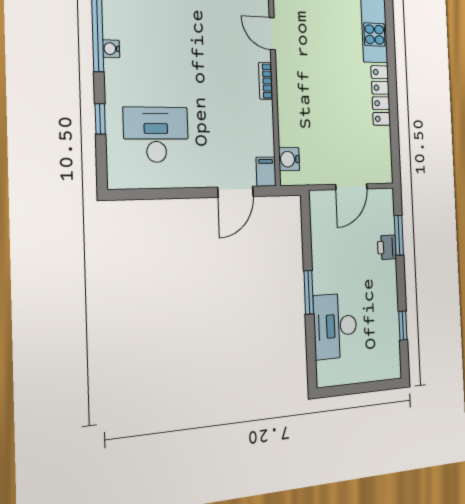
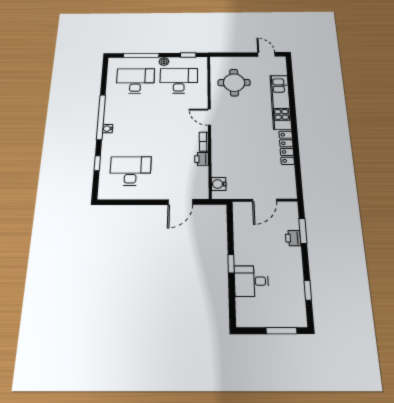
printer: (263, 114) -> (202, 159), added
filing cabinet: (266, 172) -> (202, 191), removed
window: (309, 292) -> (231, 264), width x0.67
desk: (335, 326) -> (251, 281), width x0.73
window: (371, 387) -> (281, 331), added

